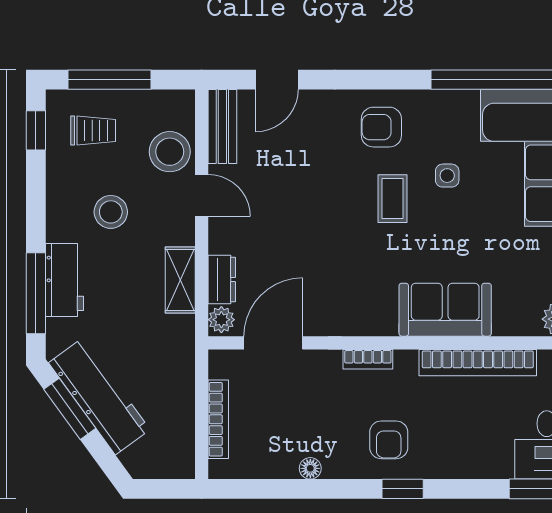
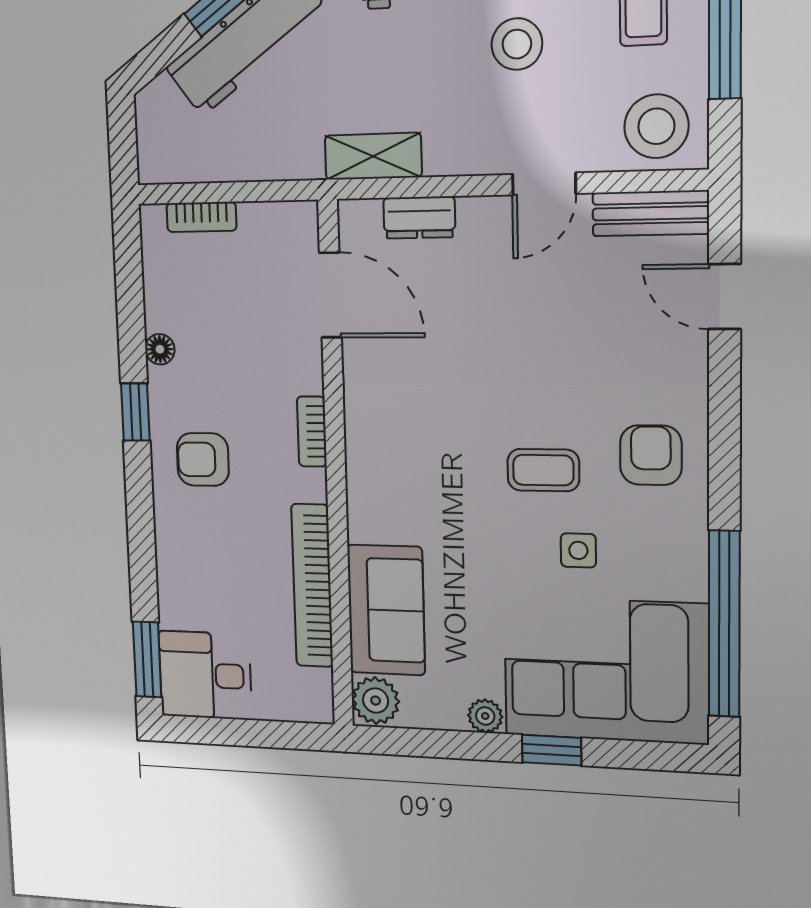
stool: (170, 152) -> (656, 126), moved
shelving: (180, 280) -> (373, 156), moved
sofa: (445, 310) -> (386, 610), moved
plant: (221, 320) -> (361, 218), removed
bookcase: (218, 419) -> (201, 217), width x0.64
window: (403, 489) -> (135, 412), moved

